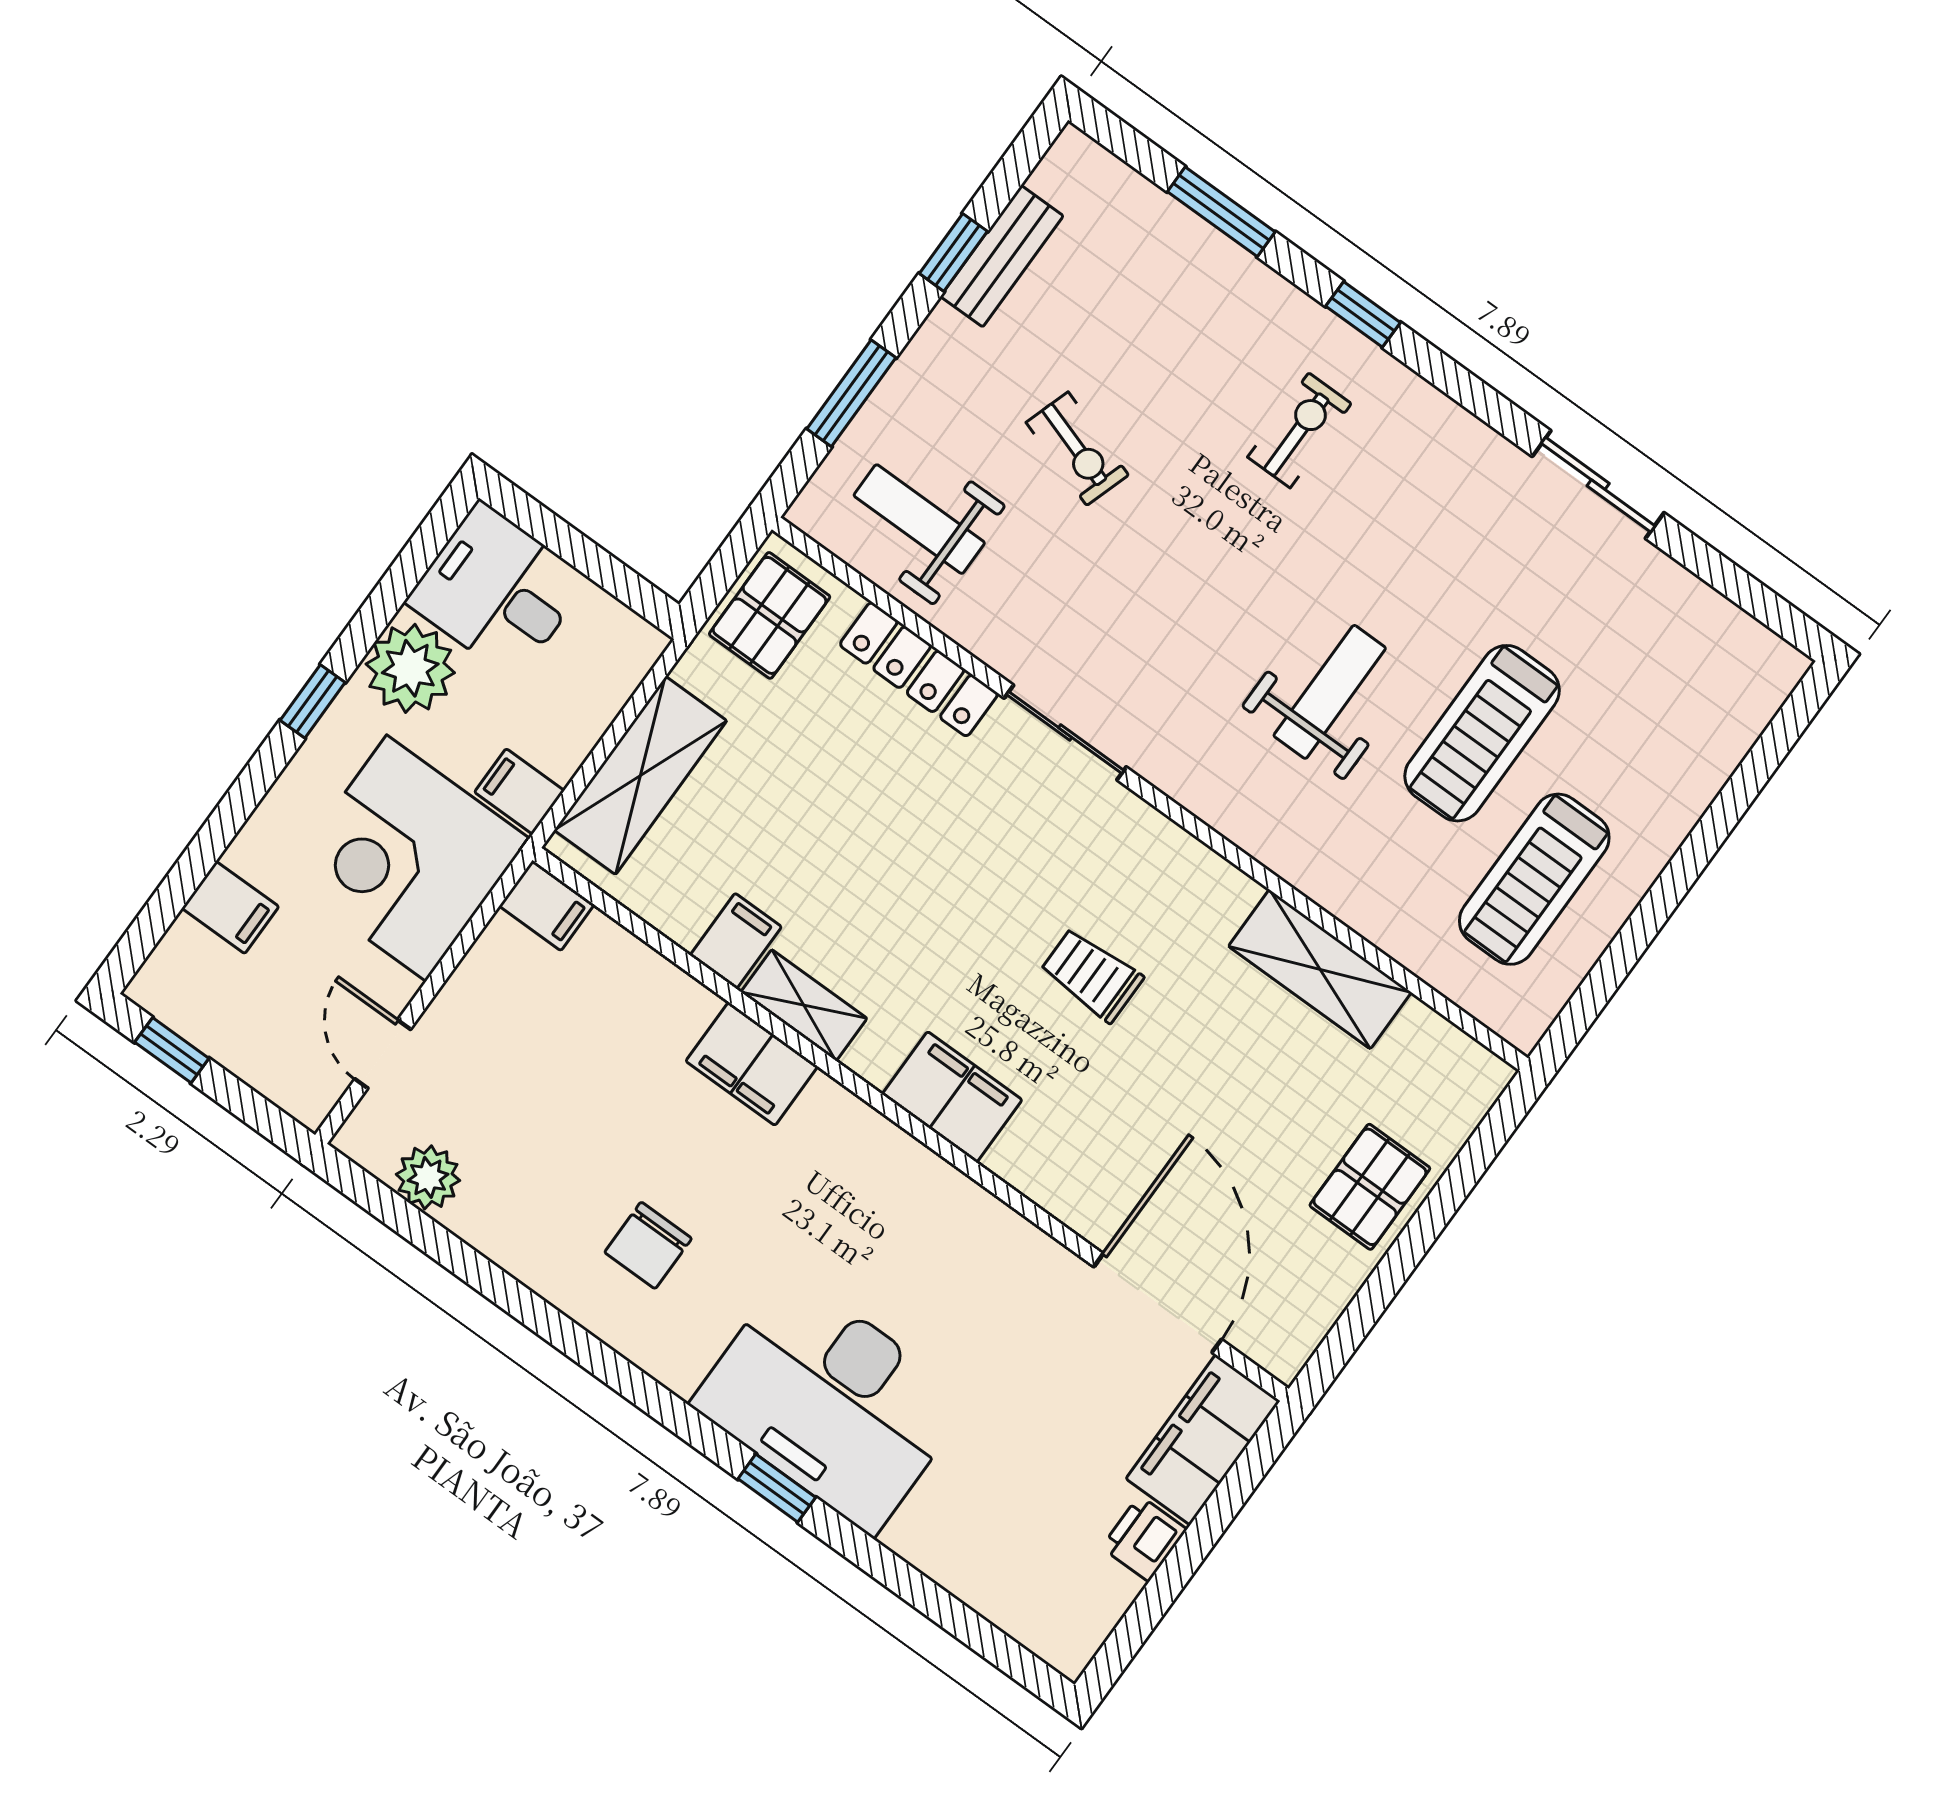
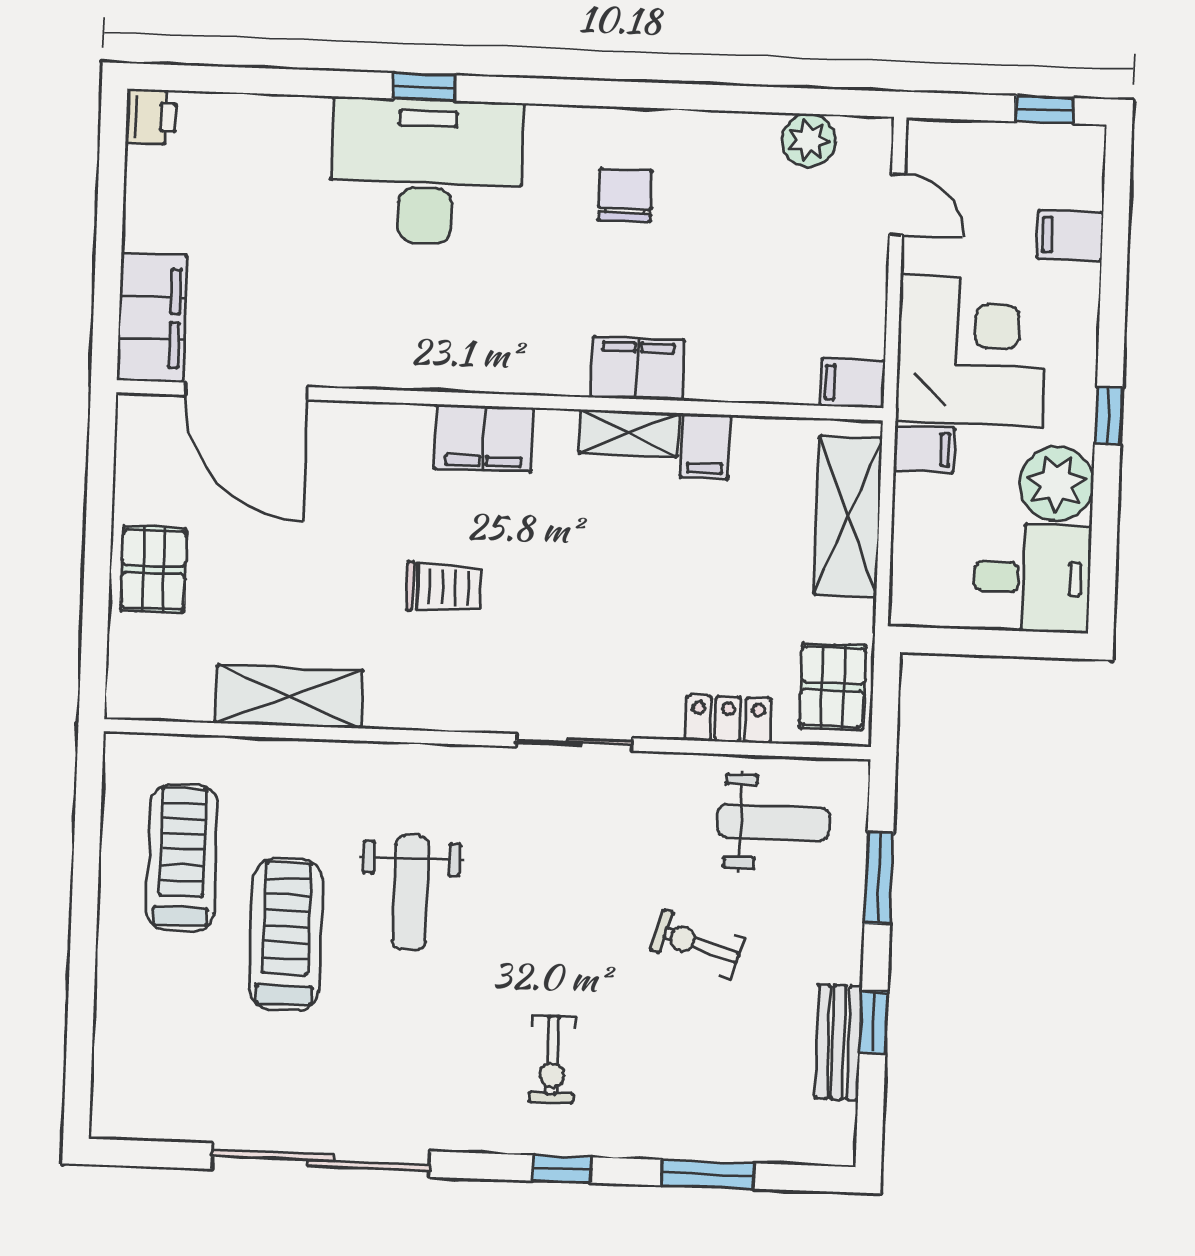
sliding door: (1598, 485) -> (321, 1160), width x1.86
locker: (919, 669) -> (728, 719), width x0.66
printer: (1144, 1538) -> (151, 117), moved

